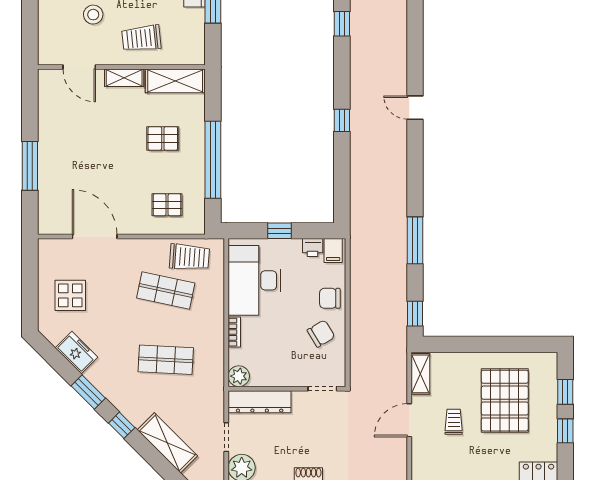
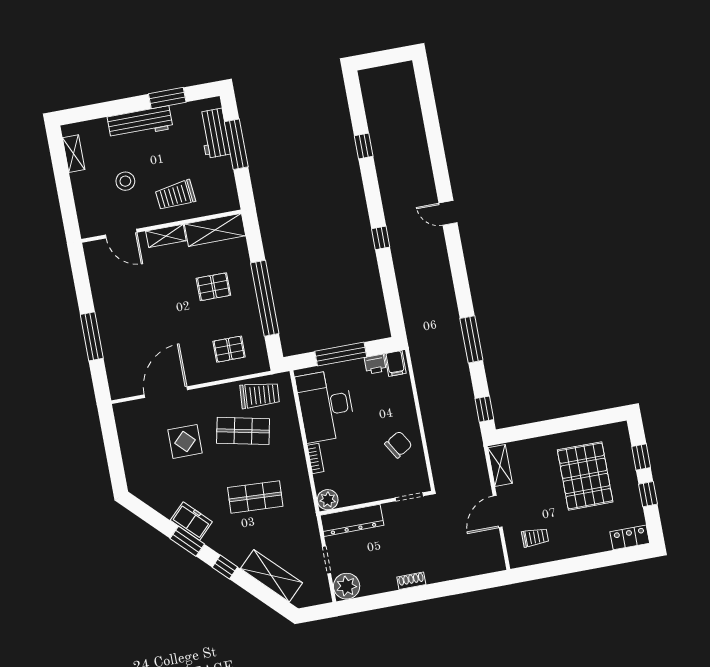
window: (279, 231) -> (341, 354), width x2.17
door: (95, 237) -> (166, 392), hinge flipped
display table: (70, 295) -> (185, 441), moved
chair: (330, 298) -> (401, 409), removed
freezer: (77, 352) -> (191, 521), moved
trolley: (454, 422) -> (535, 537), moved, turned 90

